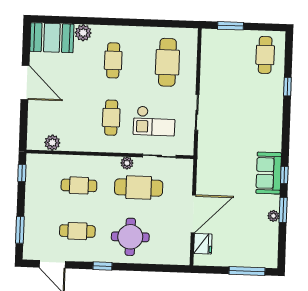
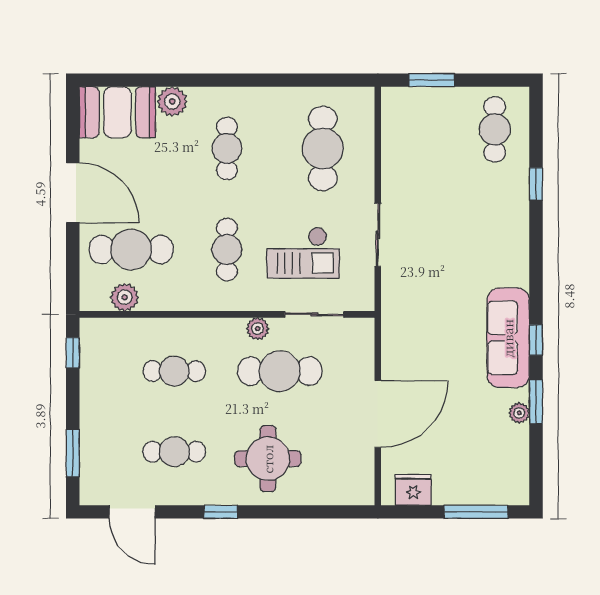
cafe table: (57, 116) -> (131, 249), added
sofa: (269, 173) -> (508, 338), width x1.36
fridge: (203, 244) -> (413, 490), moved, turned -90

